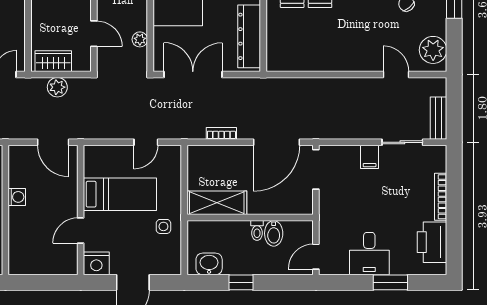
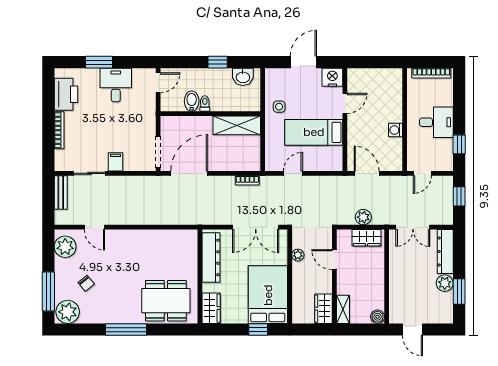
bookcase: (221, 133) -> (247, 180), moved

